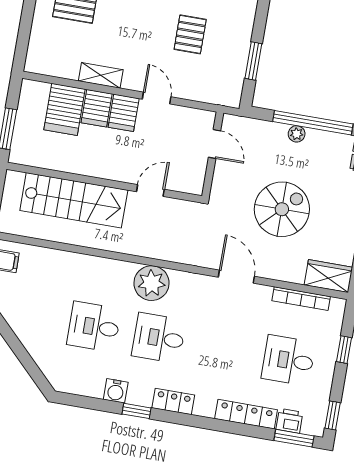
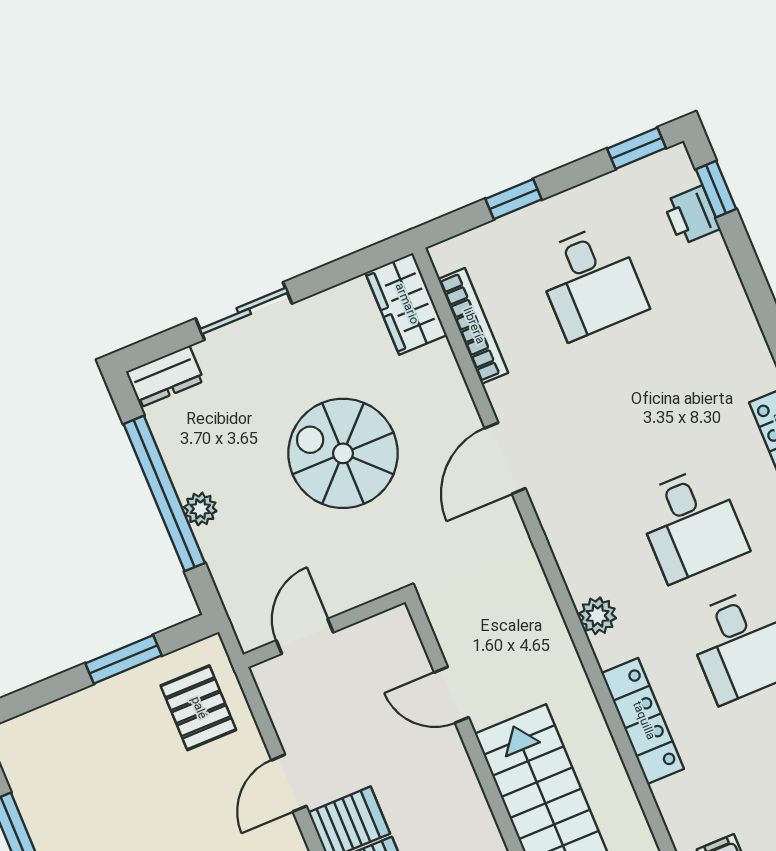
pallet: (190, 34) -> (198, 708), moved, turned 90
plant: (152, 283) -> (598, 616), width x0.53, depth x0.53
locker: (246, 414) -> (643, 721), moved, turned 180
window: (294, 438) -> (716, 189), width x0.67

